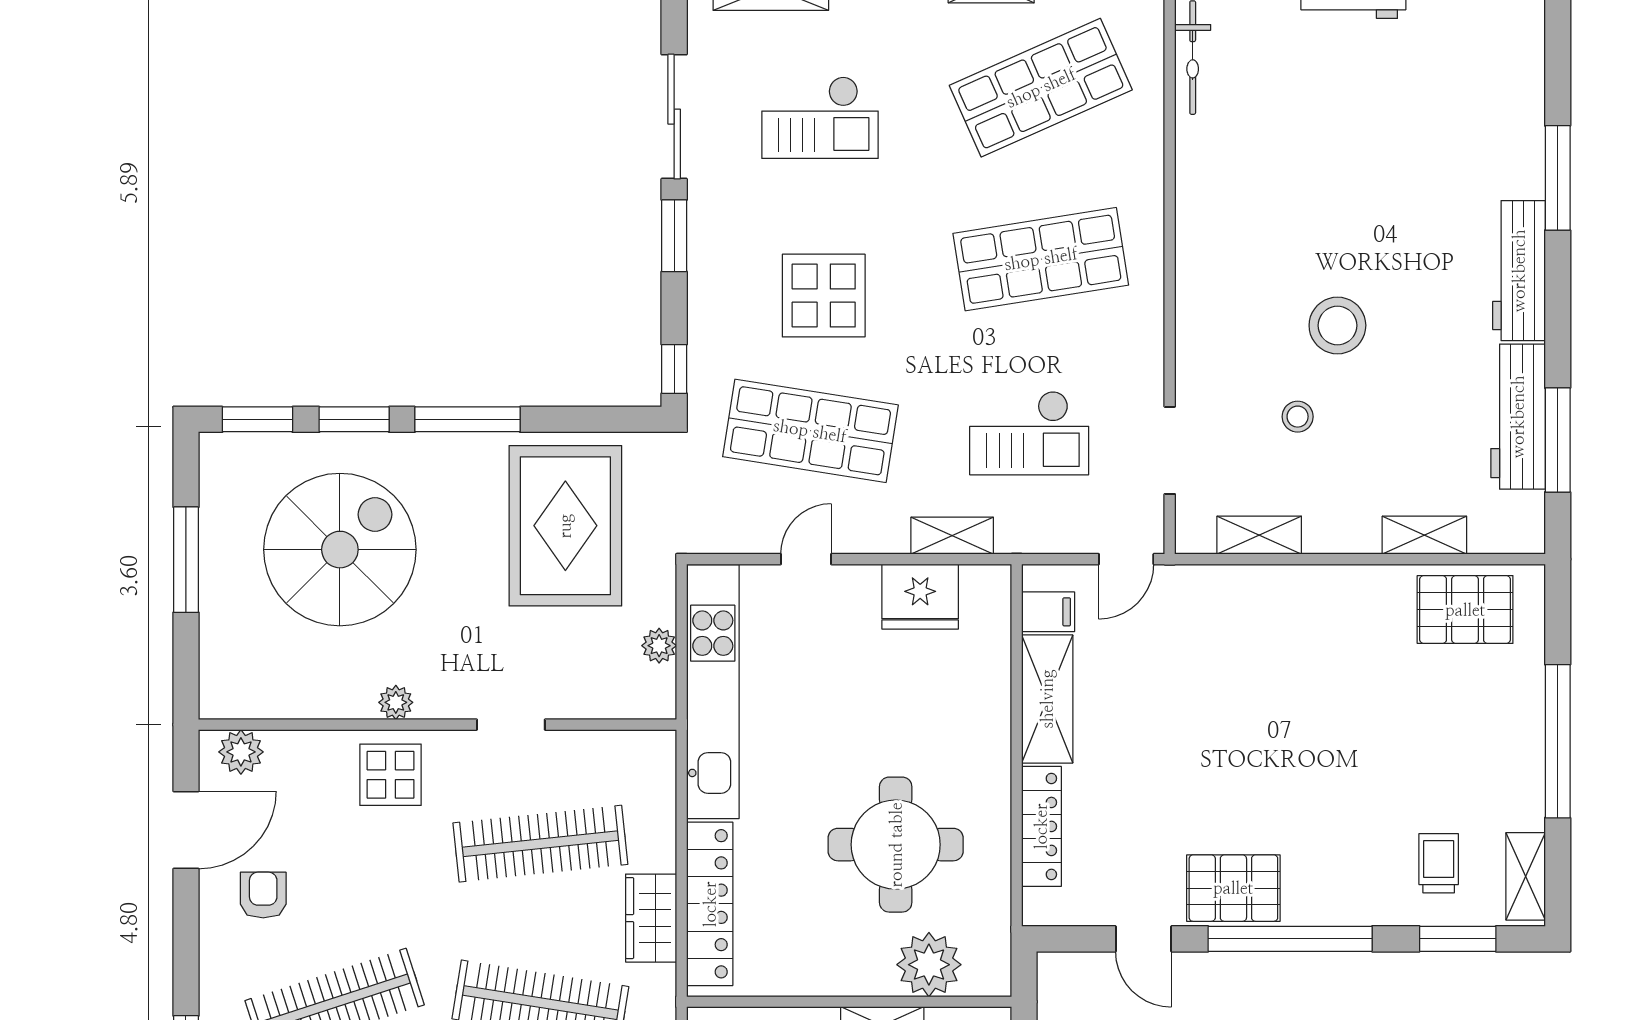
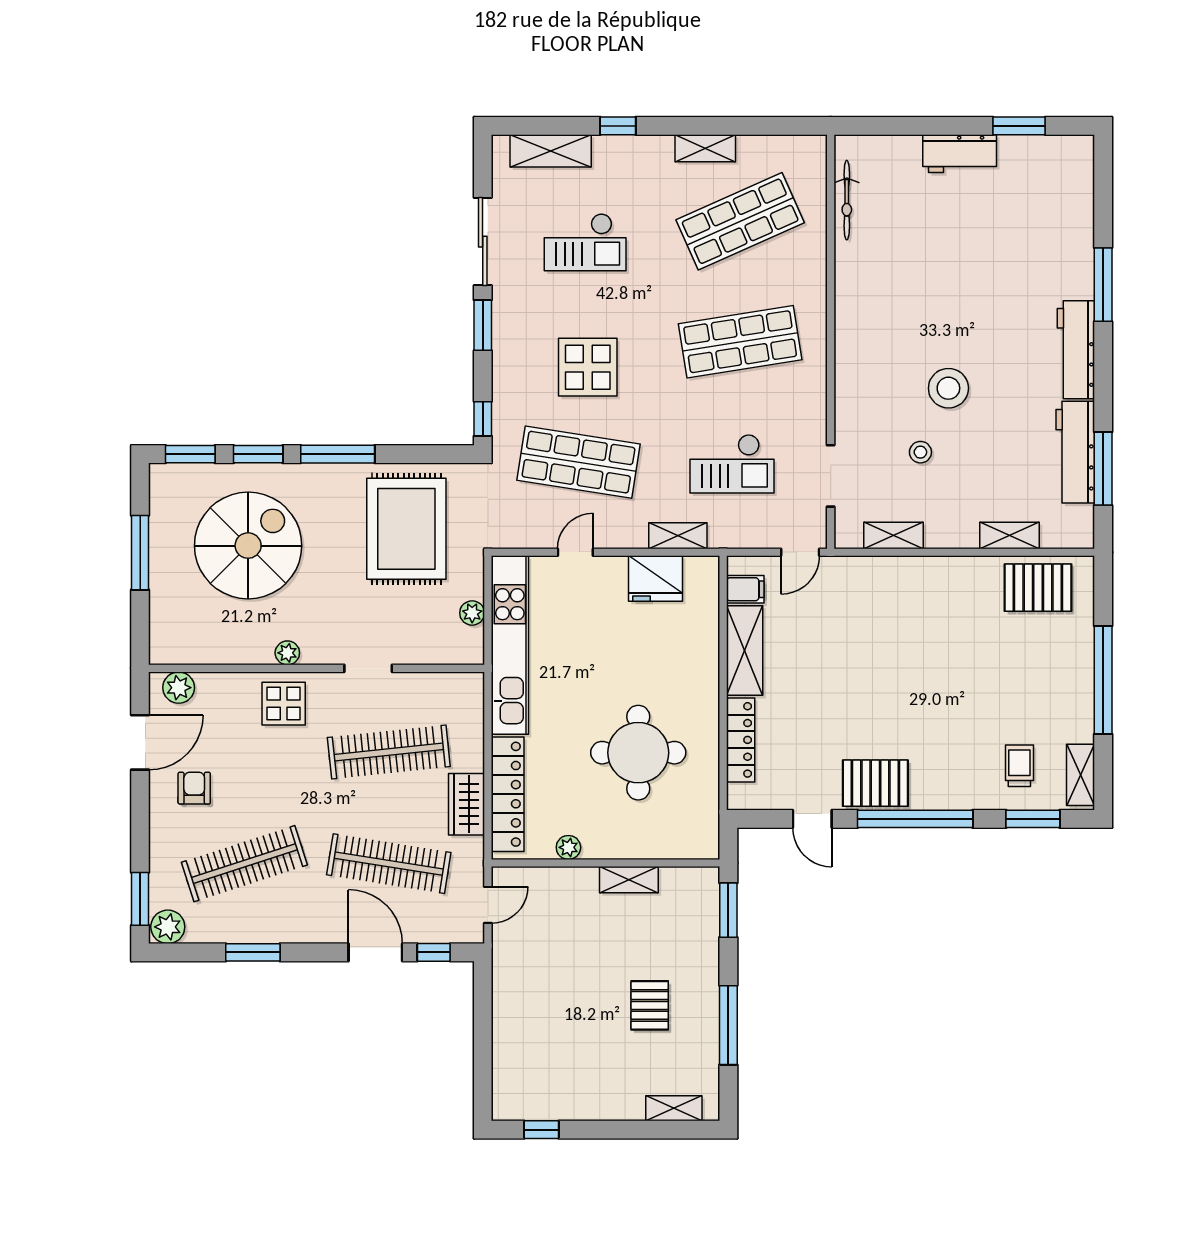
plant: (929, 965) -> (568, 847), moved, width x0.53, depth x0.53

